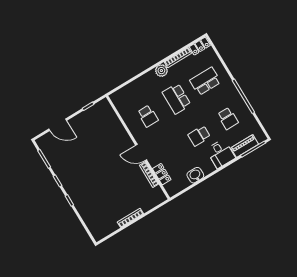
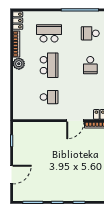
school desk: (205, 81) -> (49, 33), turned 90
school desk: (177, 99) -> (49, 65), turned -90
school desk: (228, 118) -> (90, 33), turned 180

